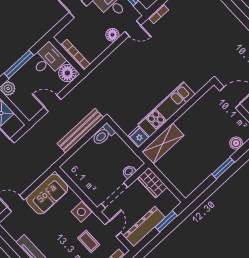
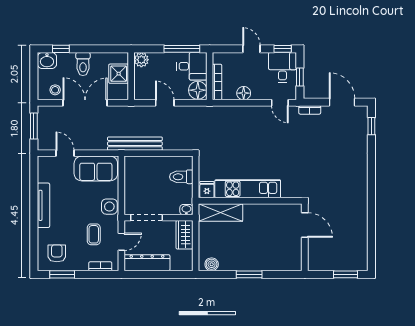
floor lamp: (112, 35) -> (244, 93), moved
window: (19, 64) -> (182, 49), moved
bench: (80, 131) -> (135, 144), moved
toilet: (103, 135) -> (181, 177), moved
boiler: (236, 143) -> (212, 264), moved
washbasin: (129, 172) -> (186, 210), moved
window: (166, 221) -> (167, 274), removed

